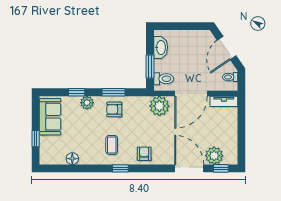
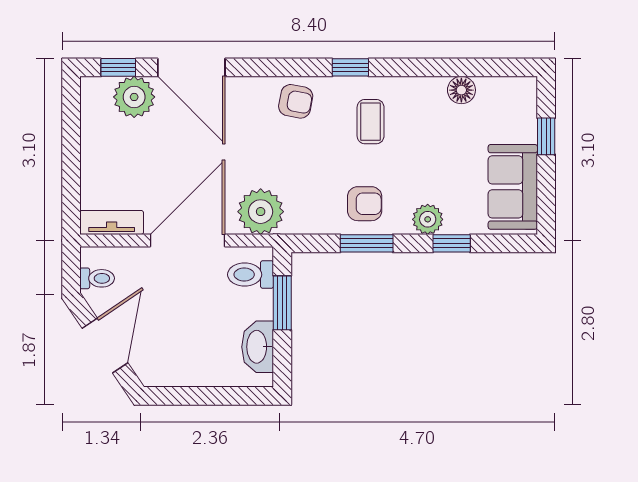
armchair: (144, 154) -> (296, 101), turned -79

